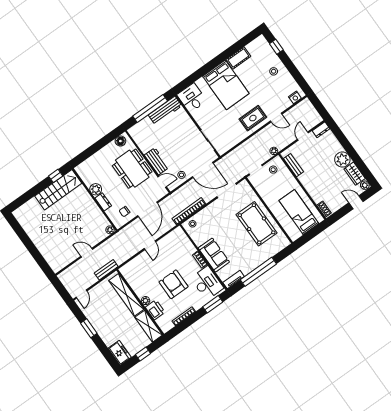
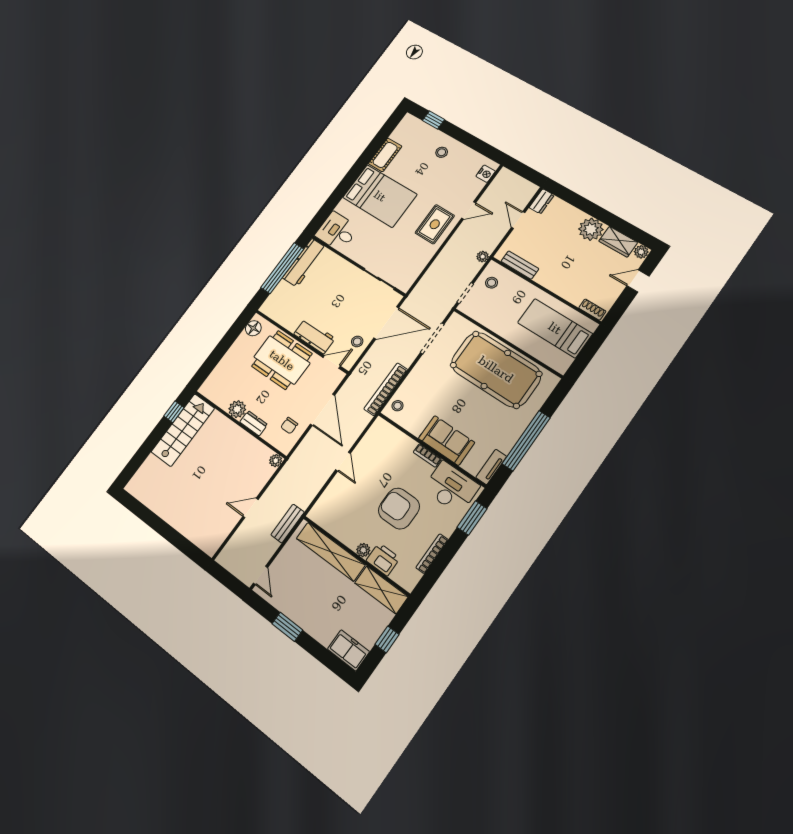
pool table: (257, 224) -> (496, 369), width x1.36, depth x1.32

